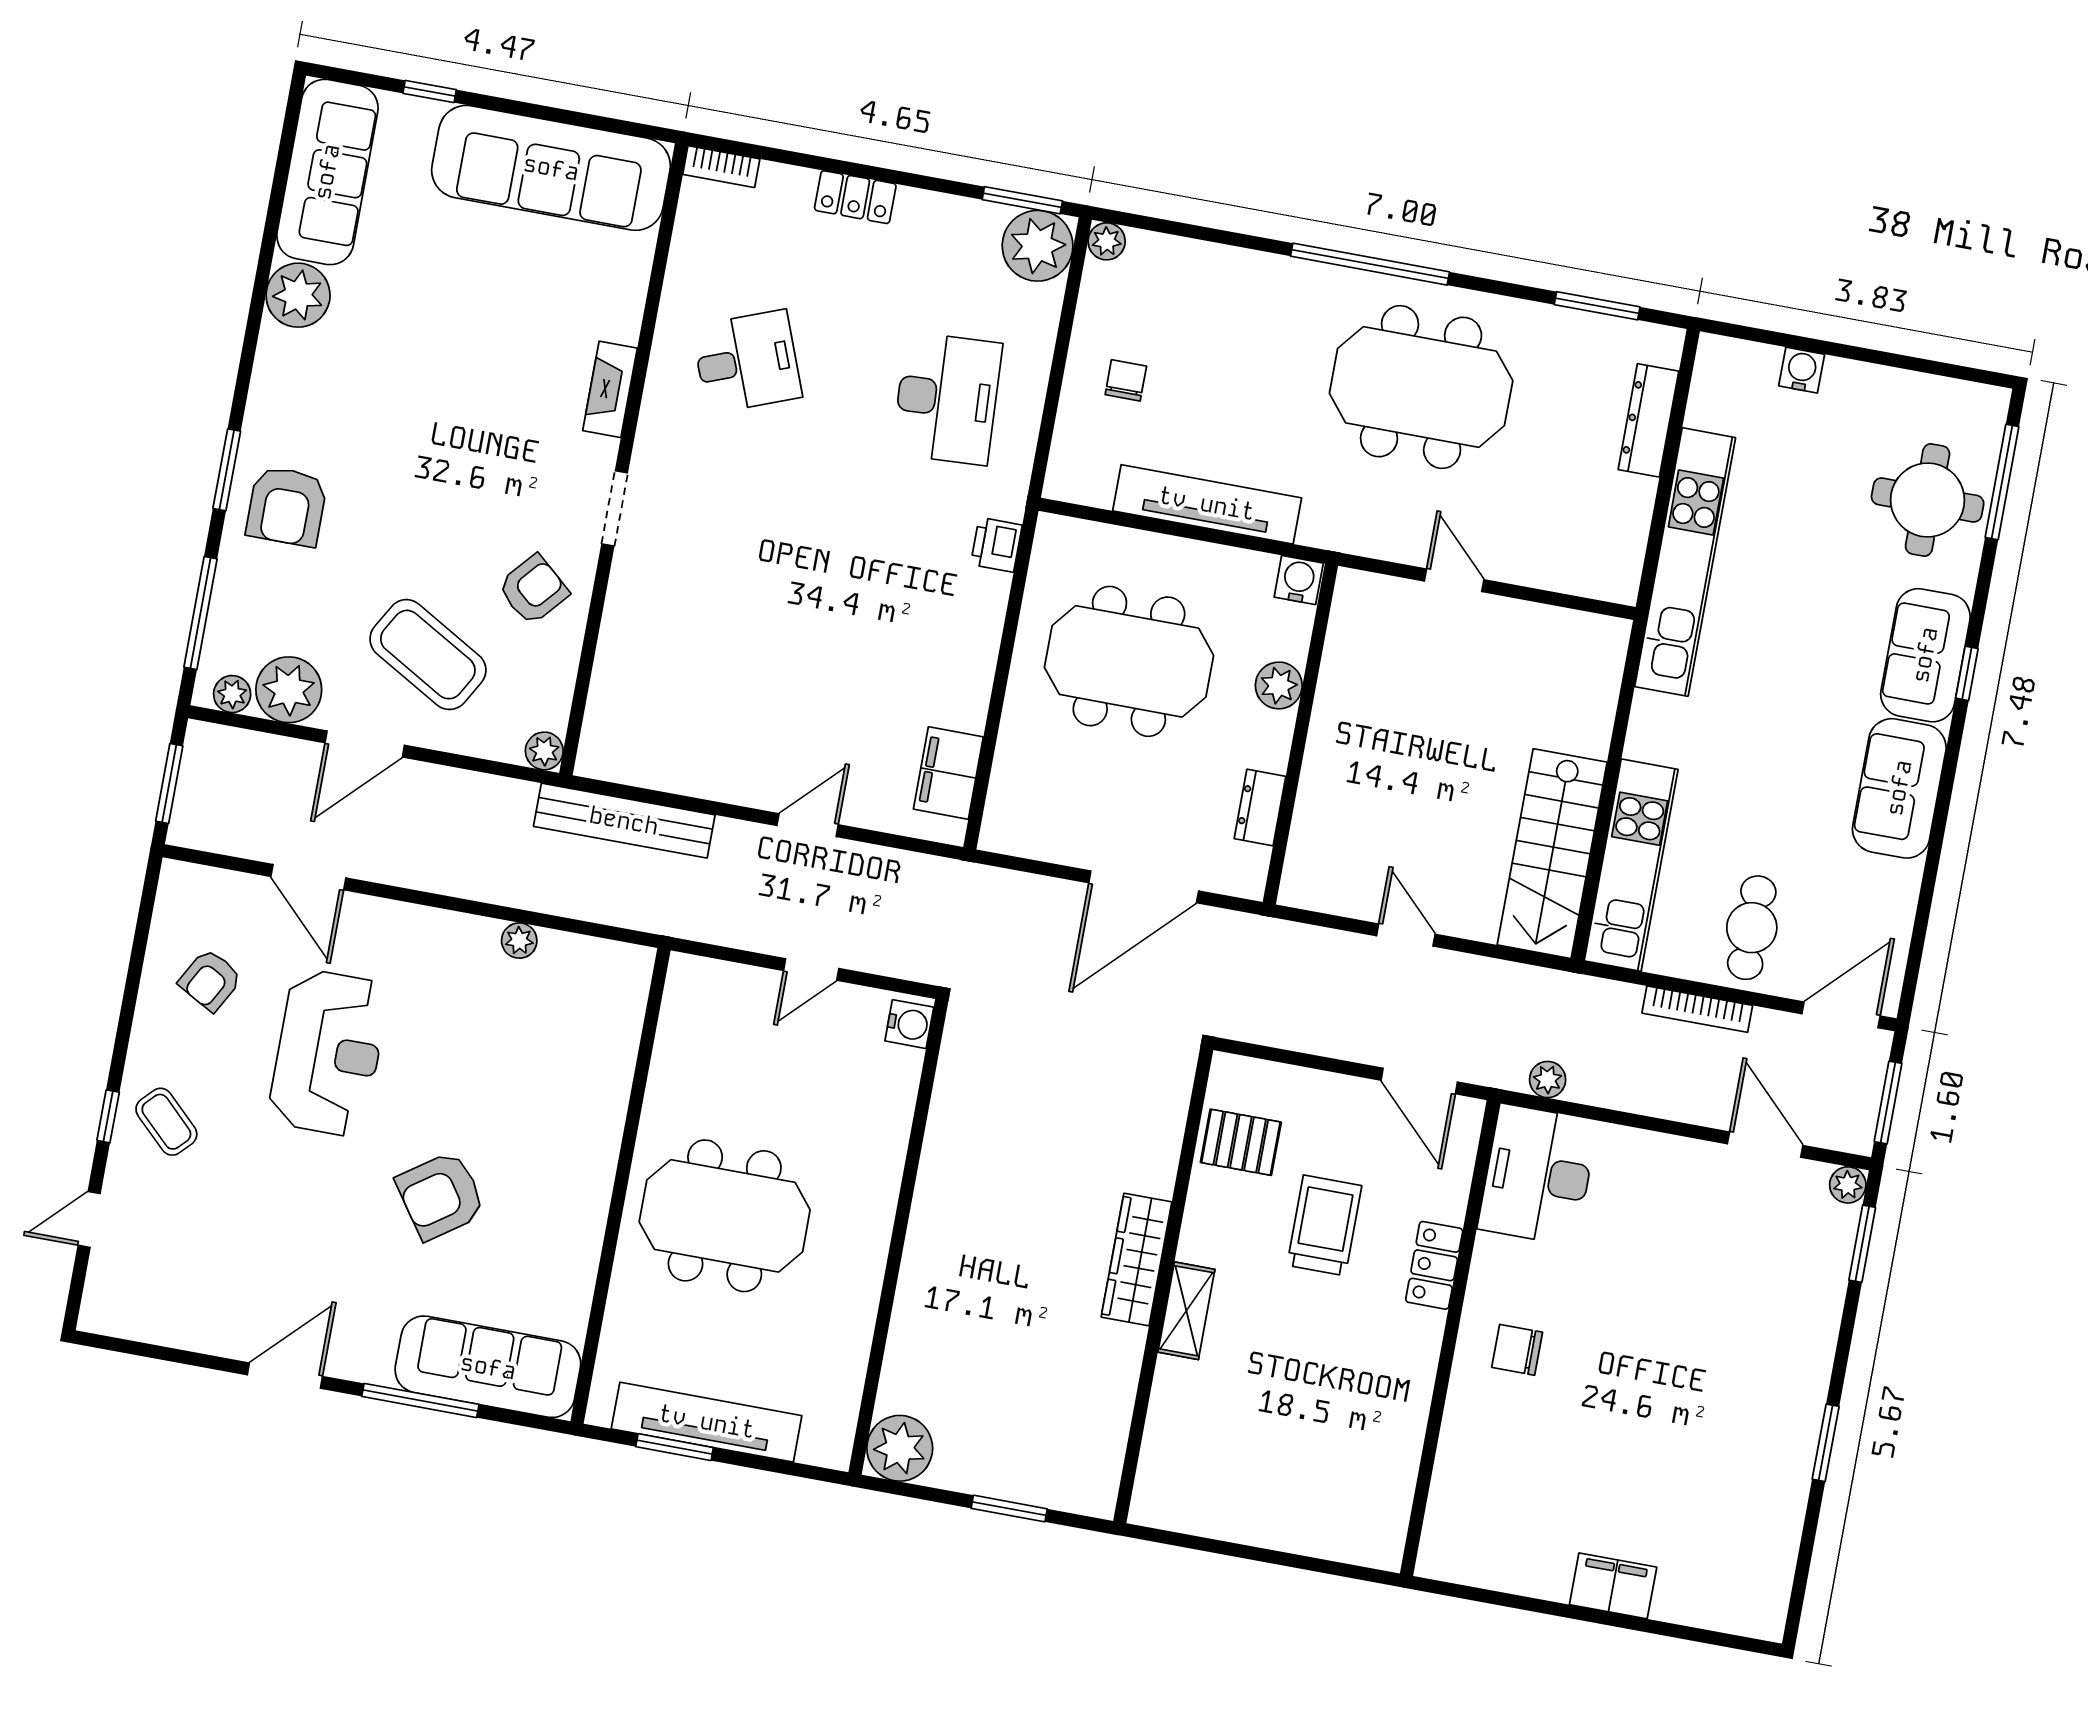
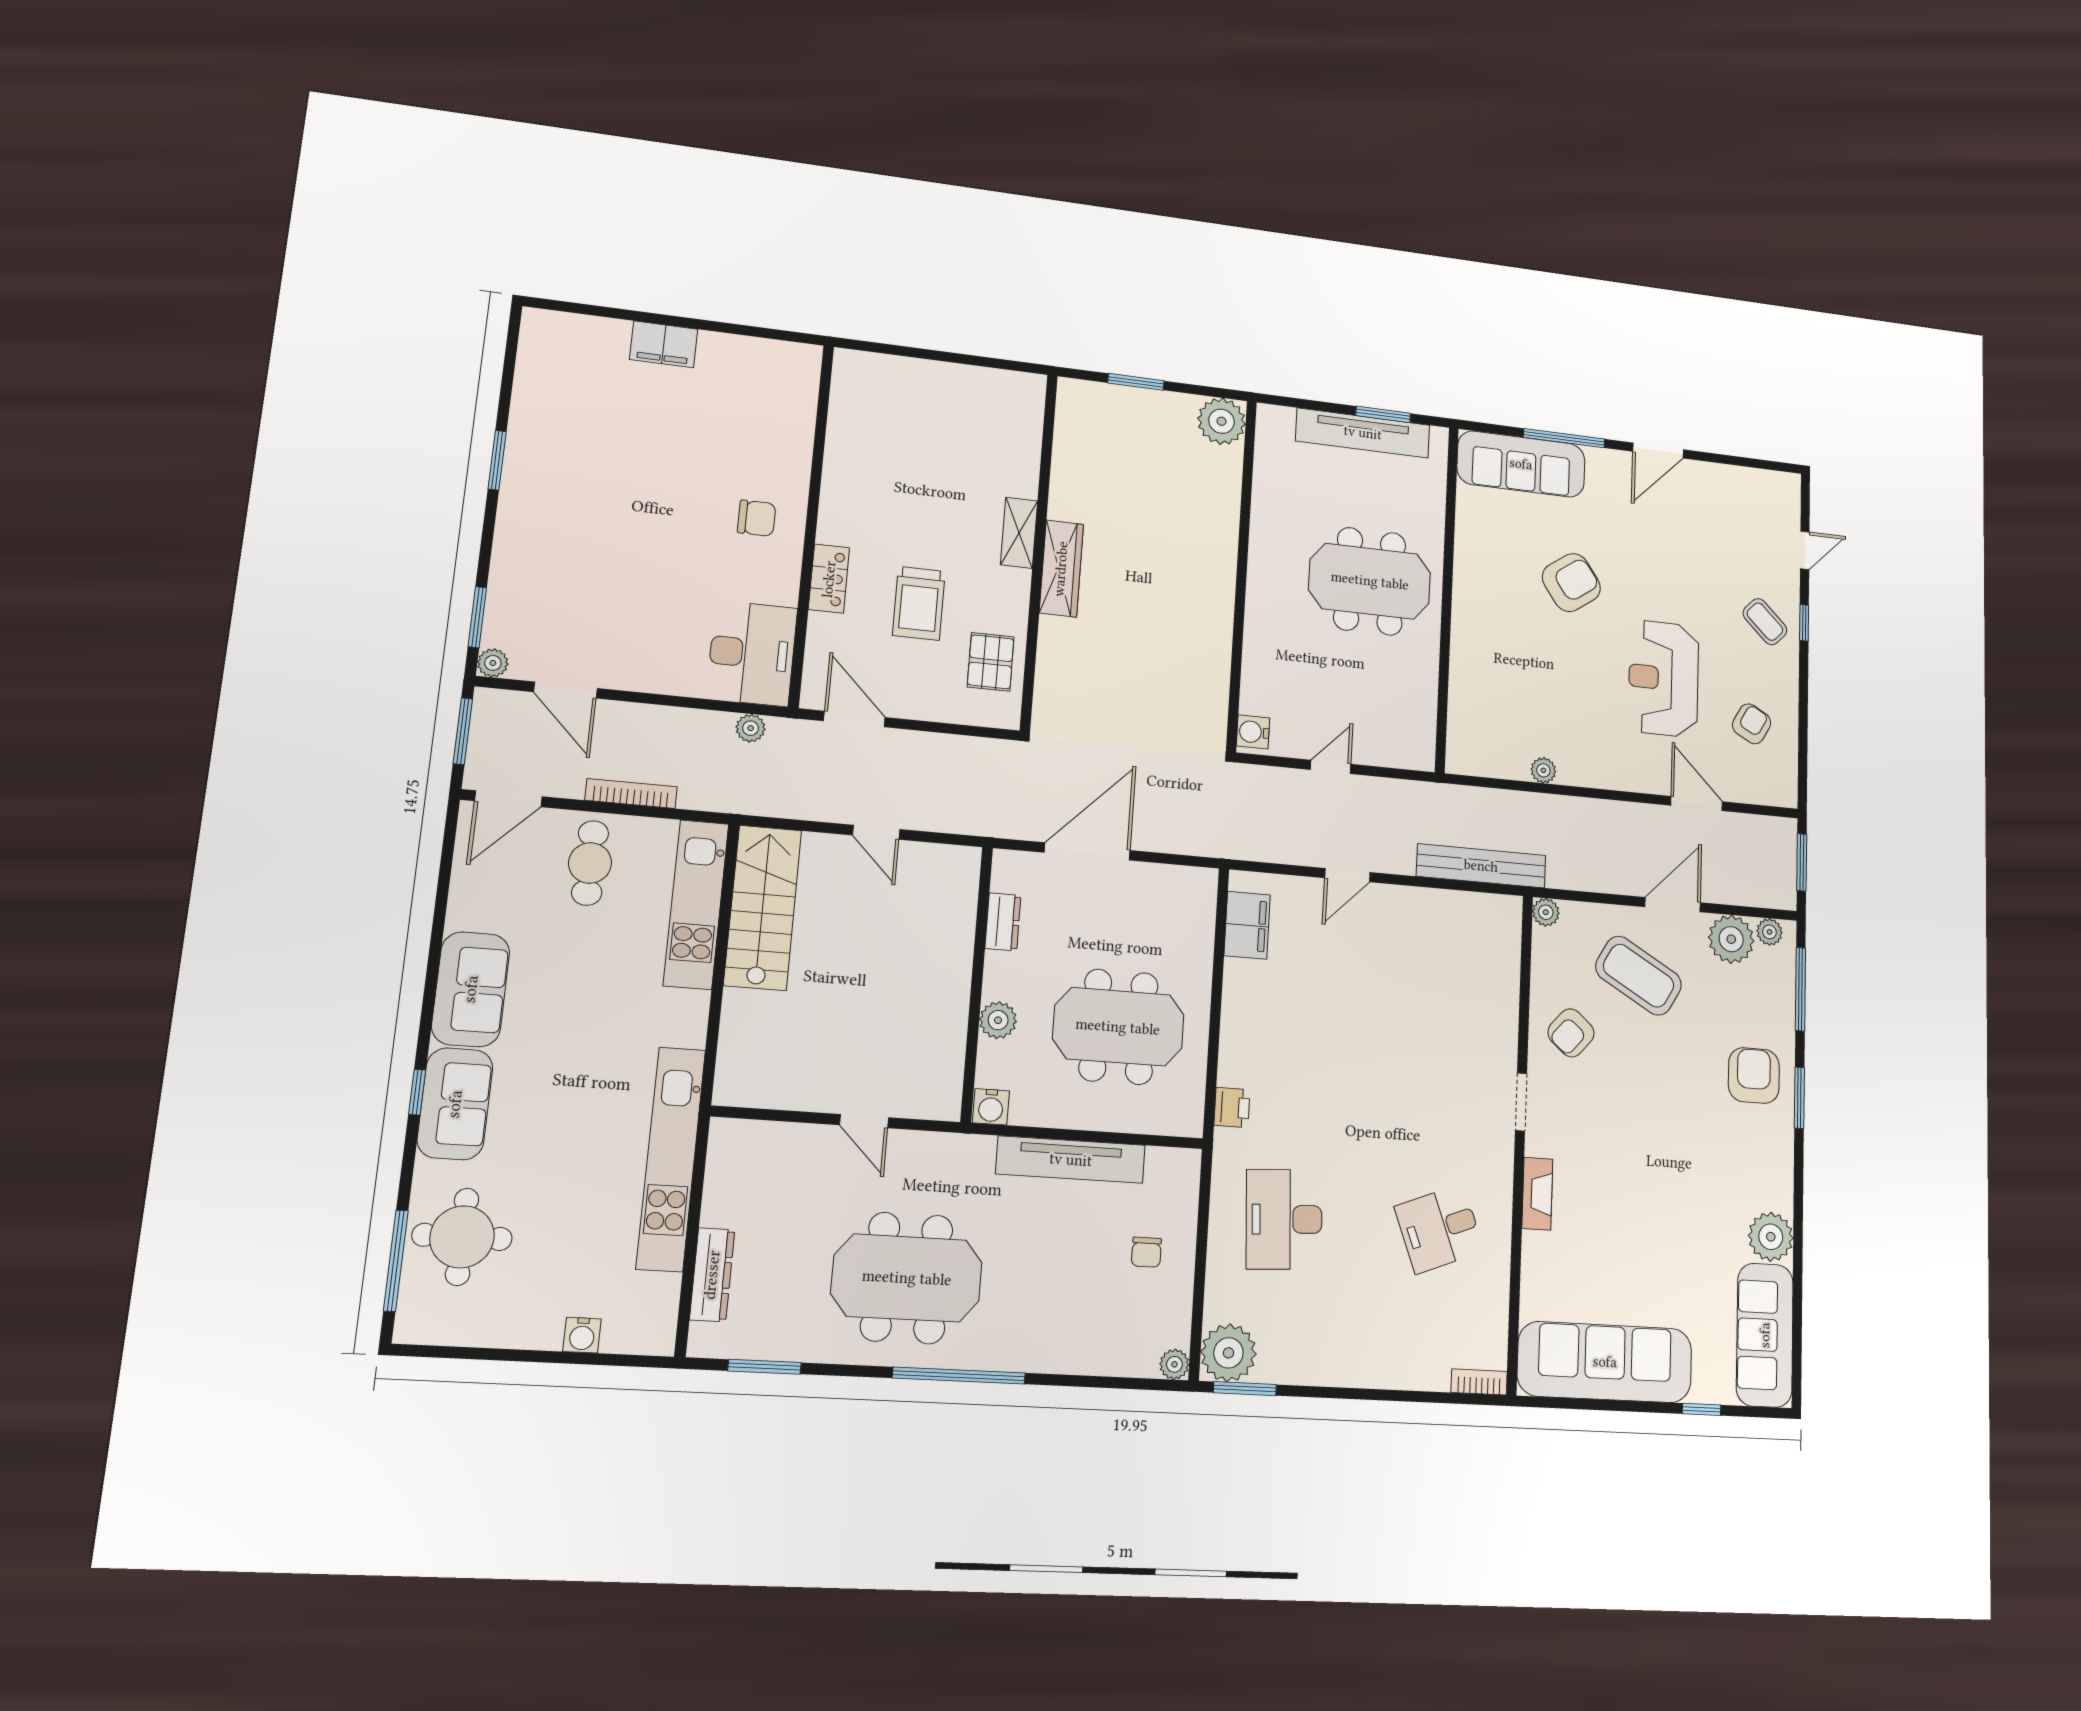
locker: (855, 197) -> (1375, 1372), removed
pallet: (1241, 1142) -> (991, 662), turned 90

